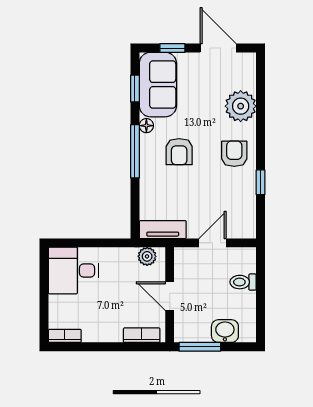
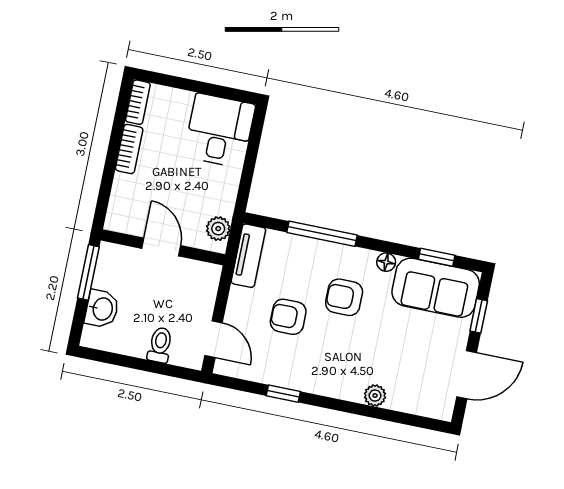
plant: (241, 106) -> (375, 396), width x0.53, depth x0.53
window: (135, 151) -> (322, 234), moved
armchair: (234, 154) -> (288, 317), moved, turned 180
door: (212, 243) -> (214, 339), moved
door: (170, 296) -> (161, 247), hinge flipped
bookcase: (142, 335) -> (129, 149), moved

